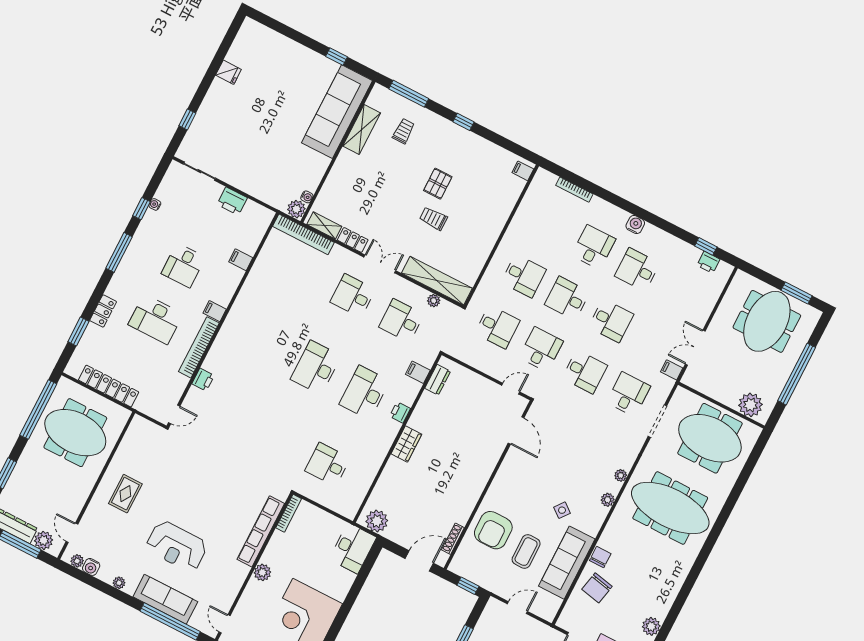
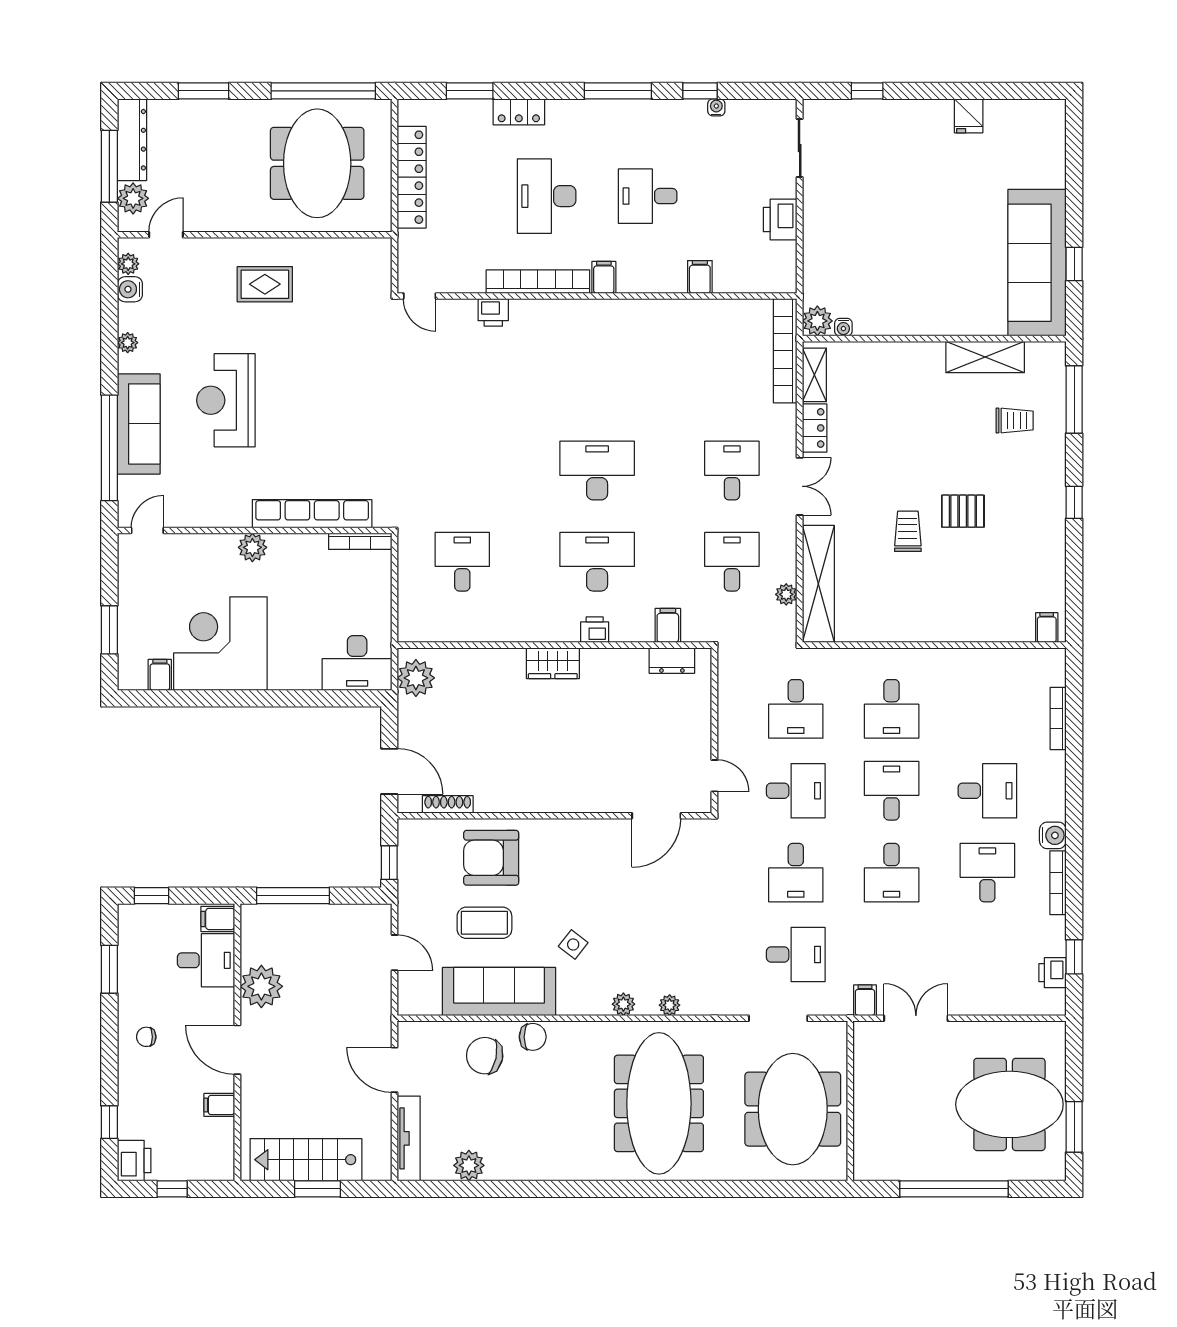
sofa: (337, 112) -> (1037, 263), moved, turned -90
bookcase: (662, 235) -> (1058, 883), added
plant: (750, 405) -> (873, 1144), removed

